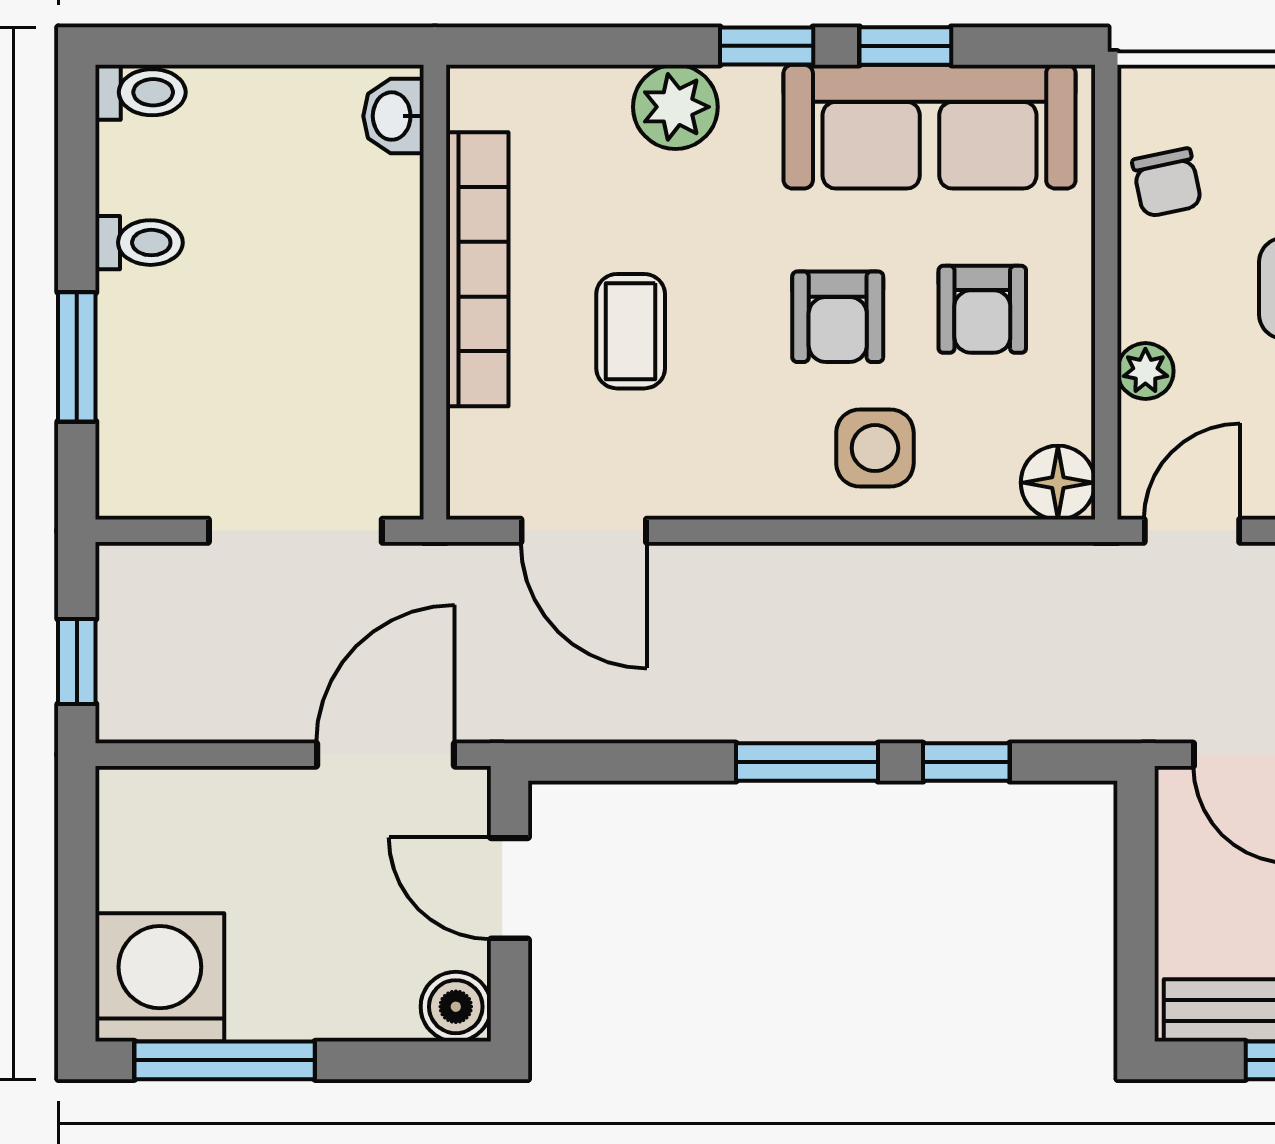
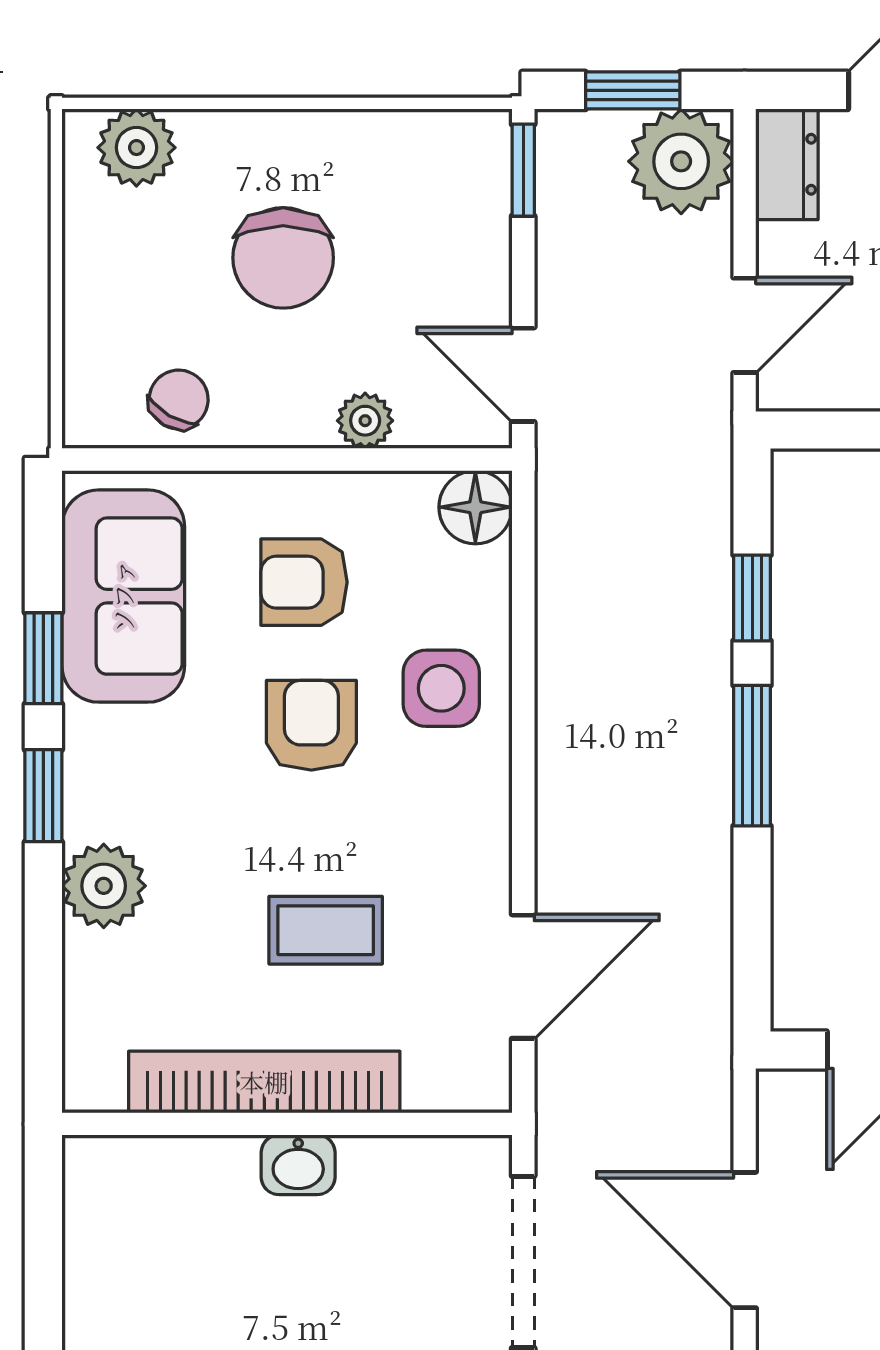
washbasin: (393, 116) -> (298, 1165), moved
sofa: (930, 127) -> (123, 596), width x0.73
chair: (1167, 183) -> (179, 400), turned -48
armchair: (982, 309) -> (304, 582), turned 180
armchair: (838, 317) -> (311, 725), turned -90
door: (385, 755) -> (745, 1240), moved

